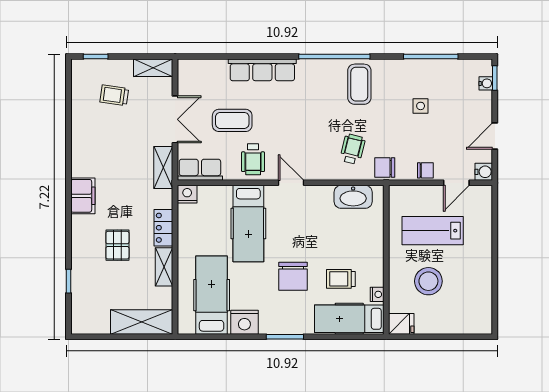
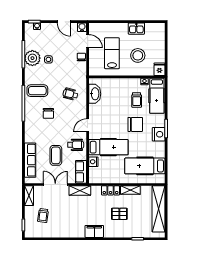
row of seats: (262, 70) -> (30, 160), moved
plant: (423, 74) -> (32, 58), added
chair: (385, 167) -> (48, 113), moved
nightstand: (187, 194) -> (93, 162), moved
lab bench: (433, 231) -> (112, 53), turned 180
kitchen sink: (481, 278) -> (136, 29), added
shelving: (142, 322) -> (159, 209), width x1.47
nightstand: (244, 322) -> (159, 134), moved

